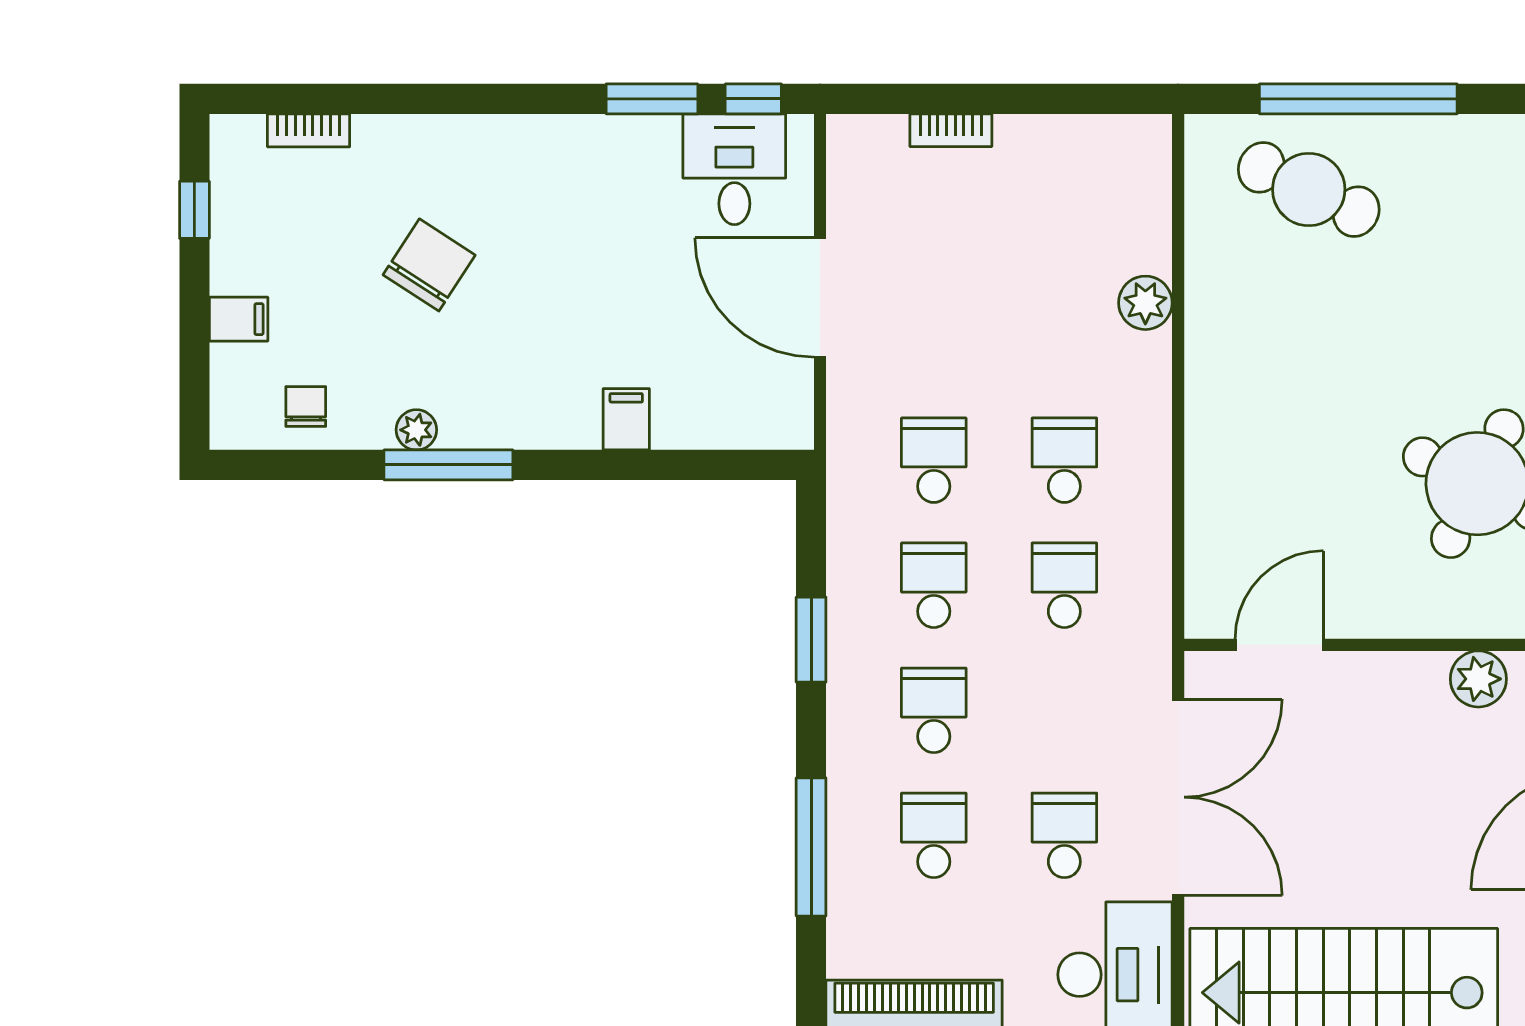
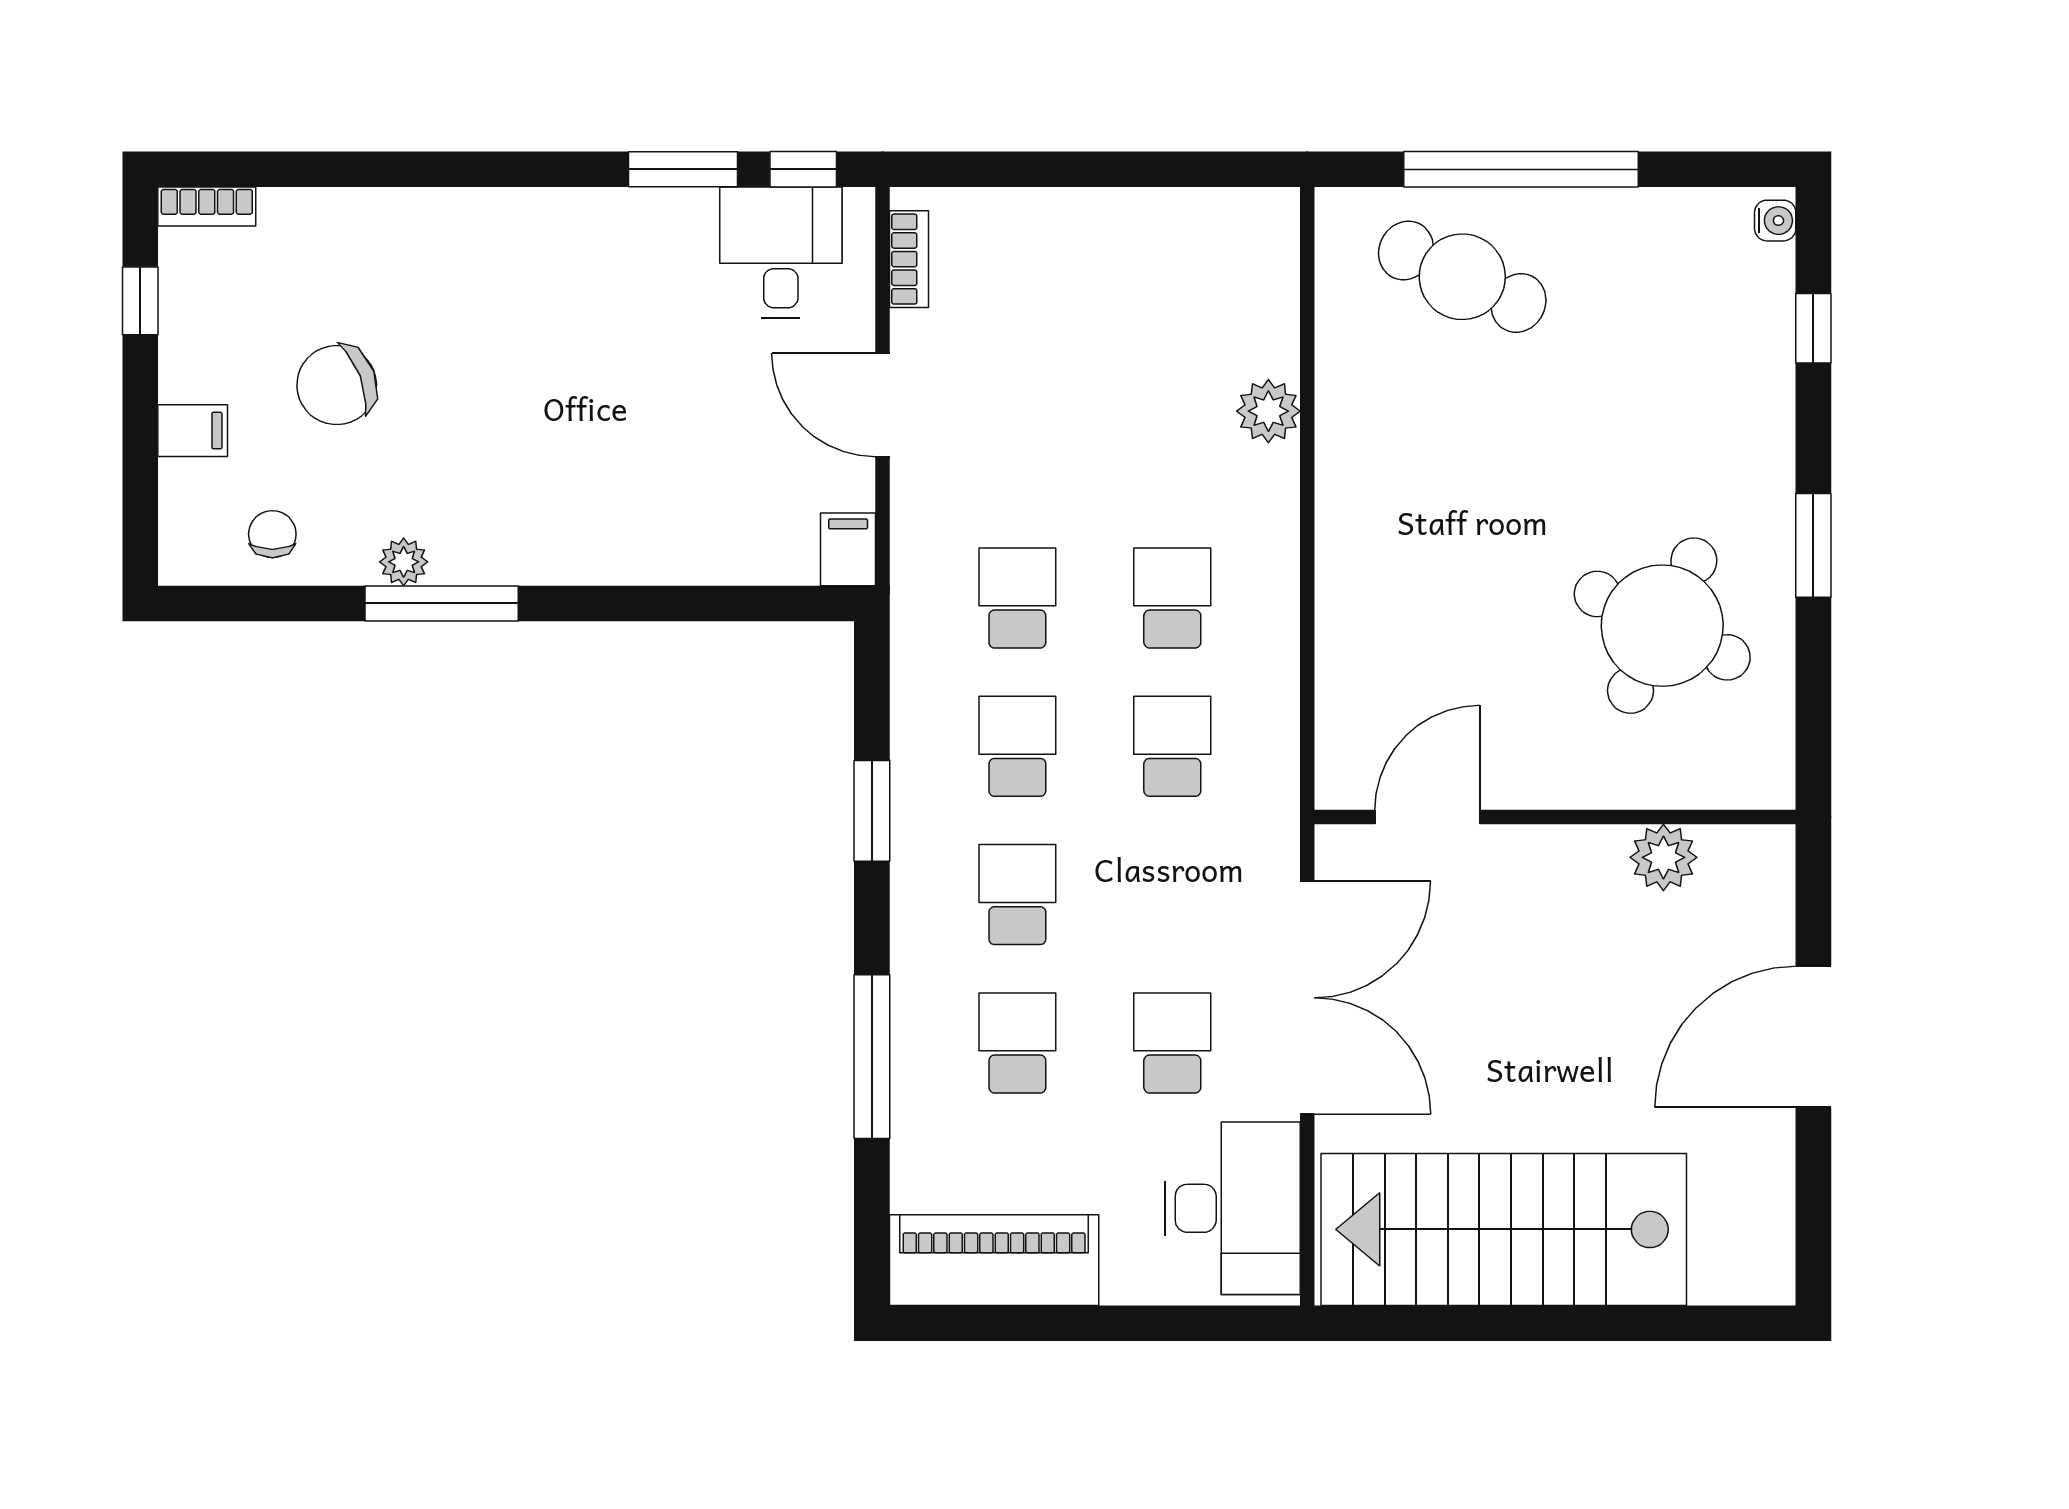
bookcase: (309, 130) -> (207, 207), moved
bookcase: (951, 130) -> (909, 259), moved, turned -90
chair: (429, 265) -> (337, 385), moved, turned -144
door: (820, 298) -> (882, 405), width x0.73
filing cabinet: (626, 419) -> (848, 549), moved

